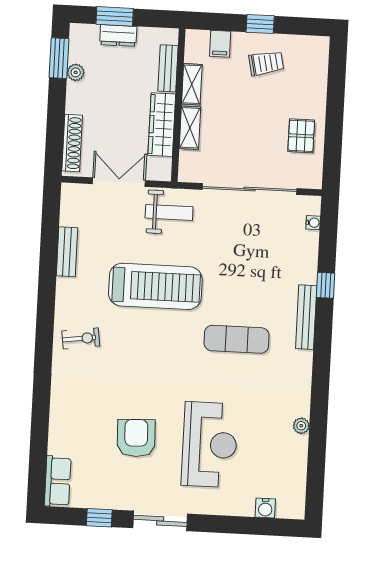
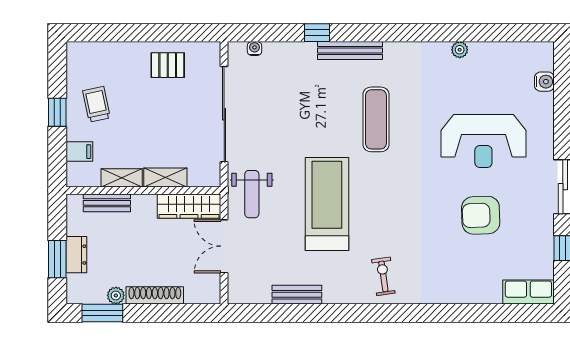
wardrobe: (162, 125) -> (189, 206), moved
shoe rack: (72, 143) -> (155, 295), moved
weight bench: (169, 212) -> (252, 194), turned 180
reception desk: (210, 445) -> (483, 141), turned 180

